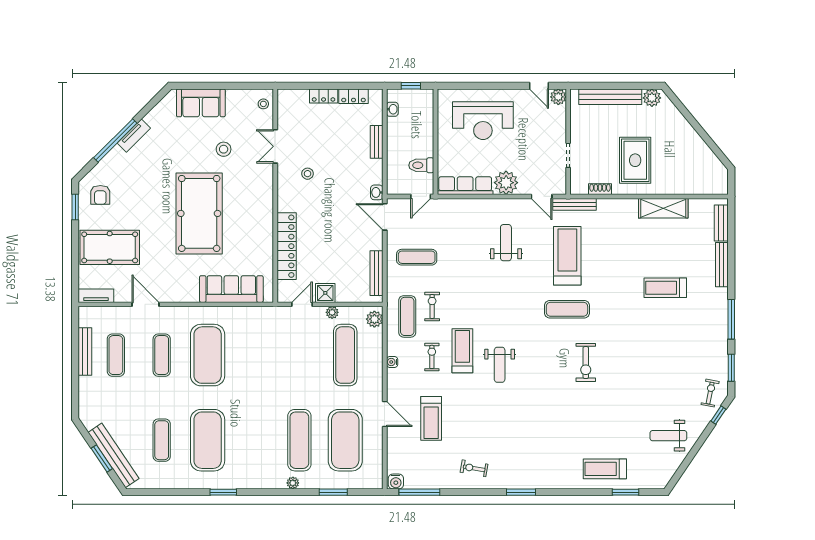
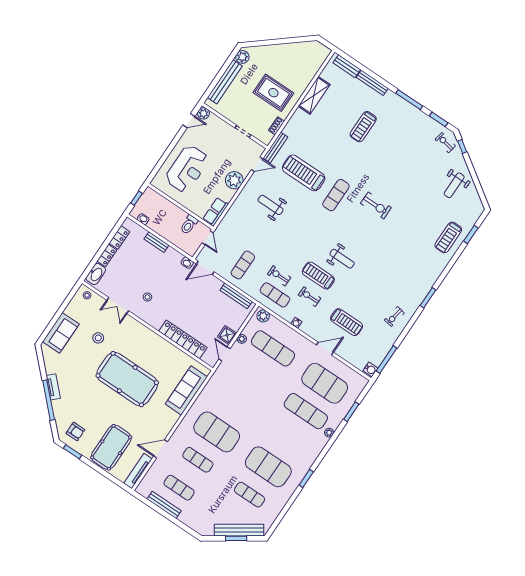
washbasin: (294, 98) -> (96, 274), added
row of seats: (465, 186) -> (216, 212), width x0.68
tv unit: (96, 296) -> (138, 471), width x1.41

